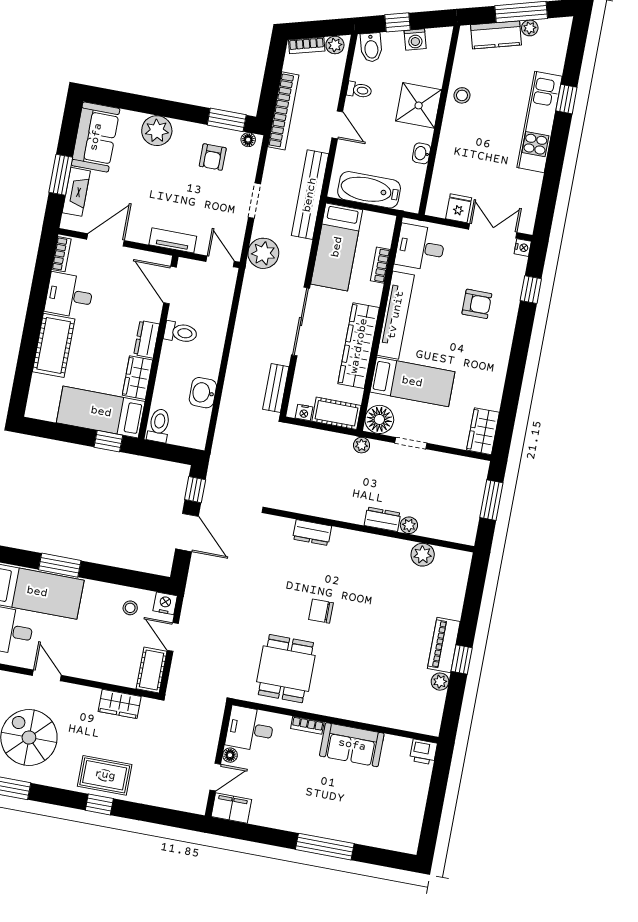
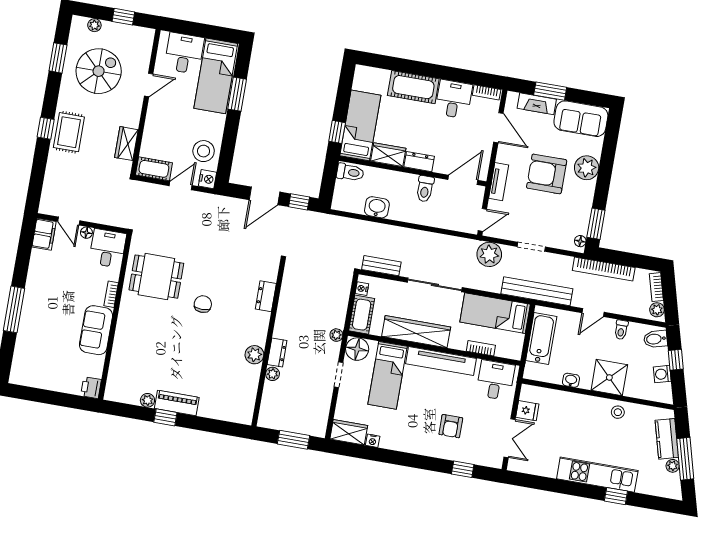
armchair: (213, 157) -> (547, 174), moved, width x1.88, depth x1.88
nightstand: (523, 248) -> (373, 441), moved
plant: (423, 555) -> (254, 355), moved
stool: (130, 608) -> (204, 151), width x1.89, depth x1.89

